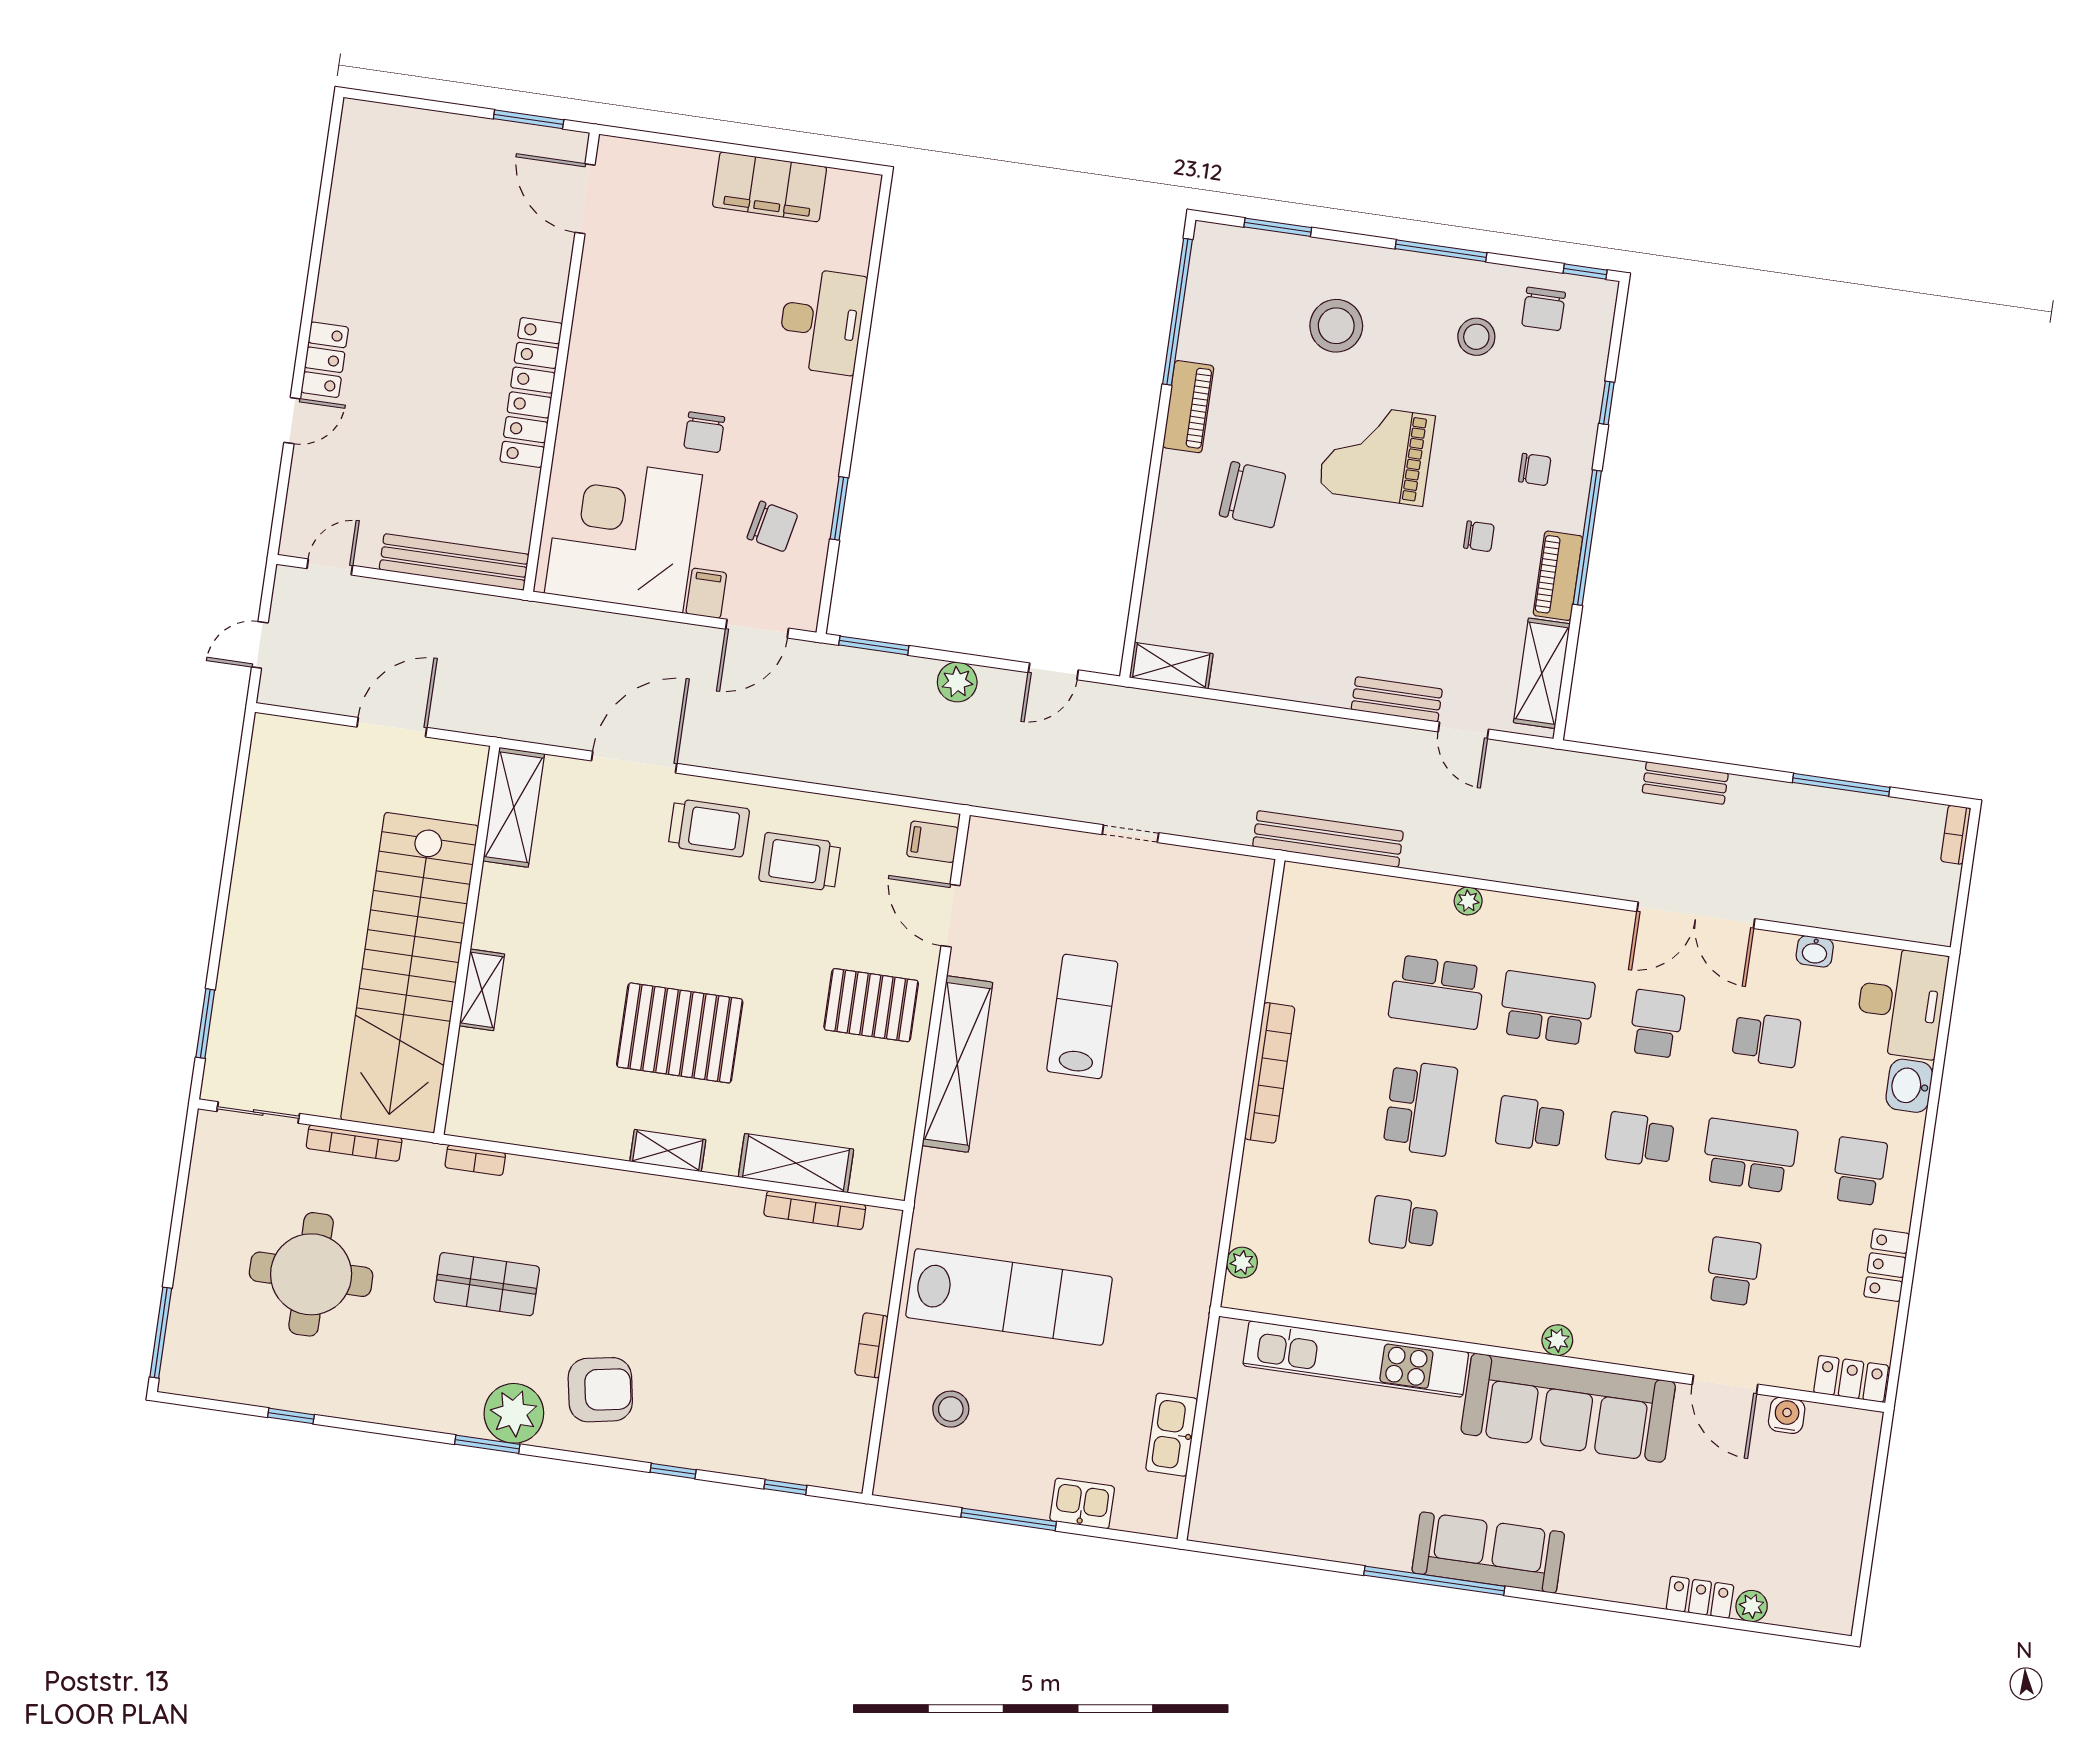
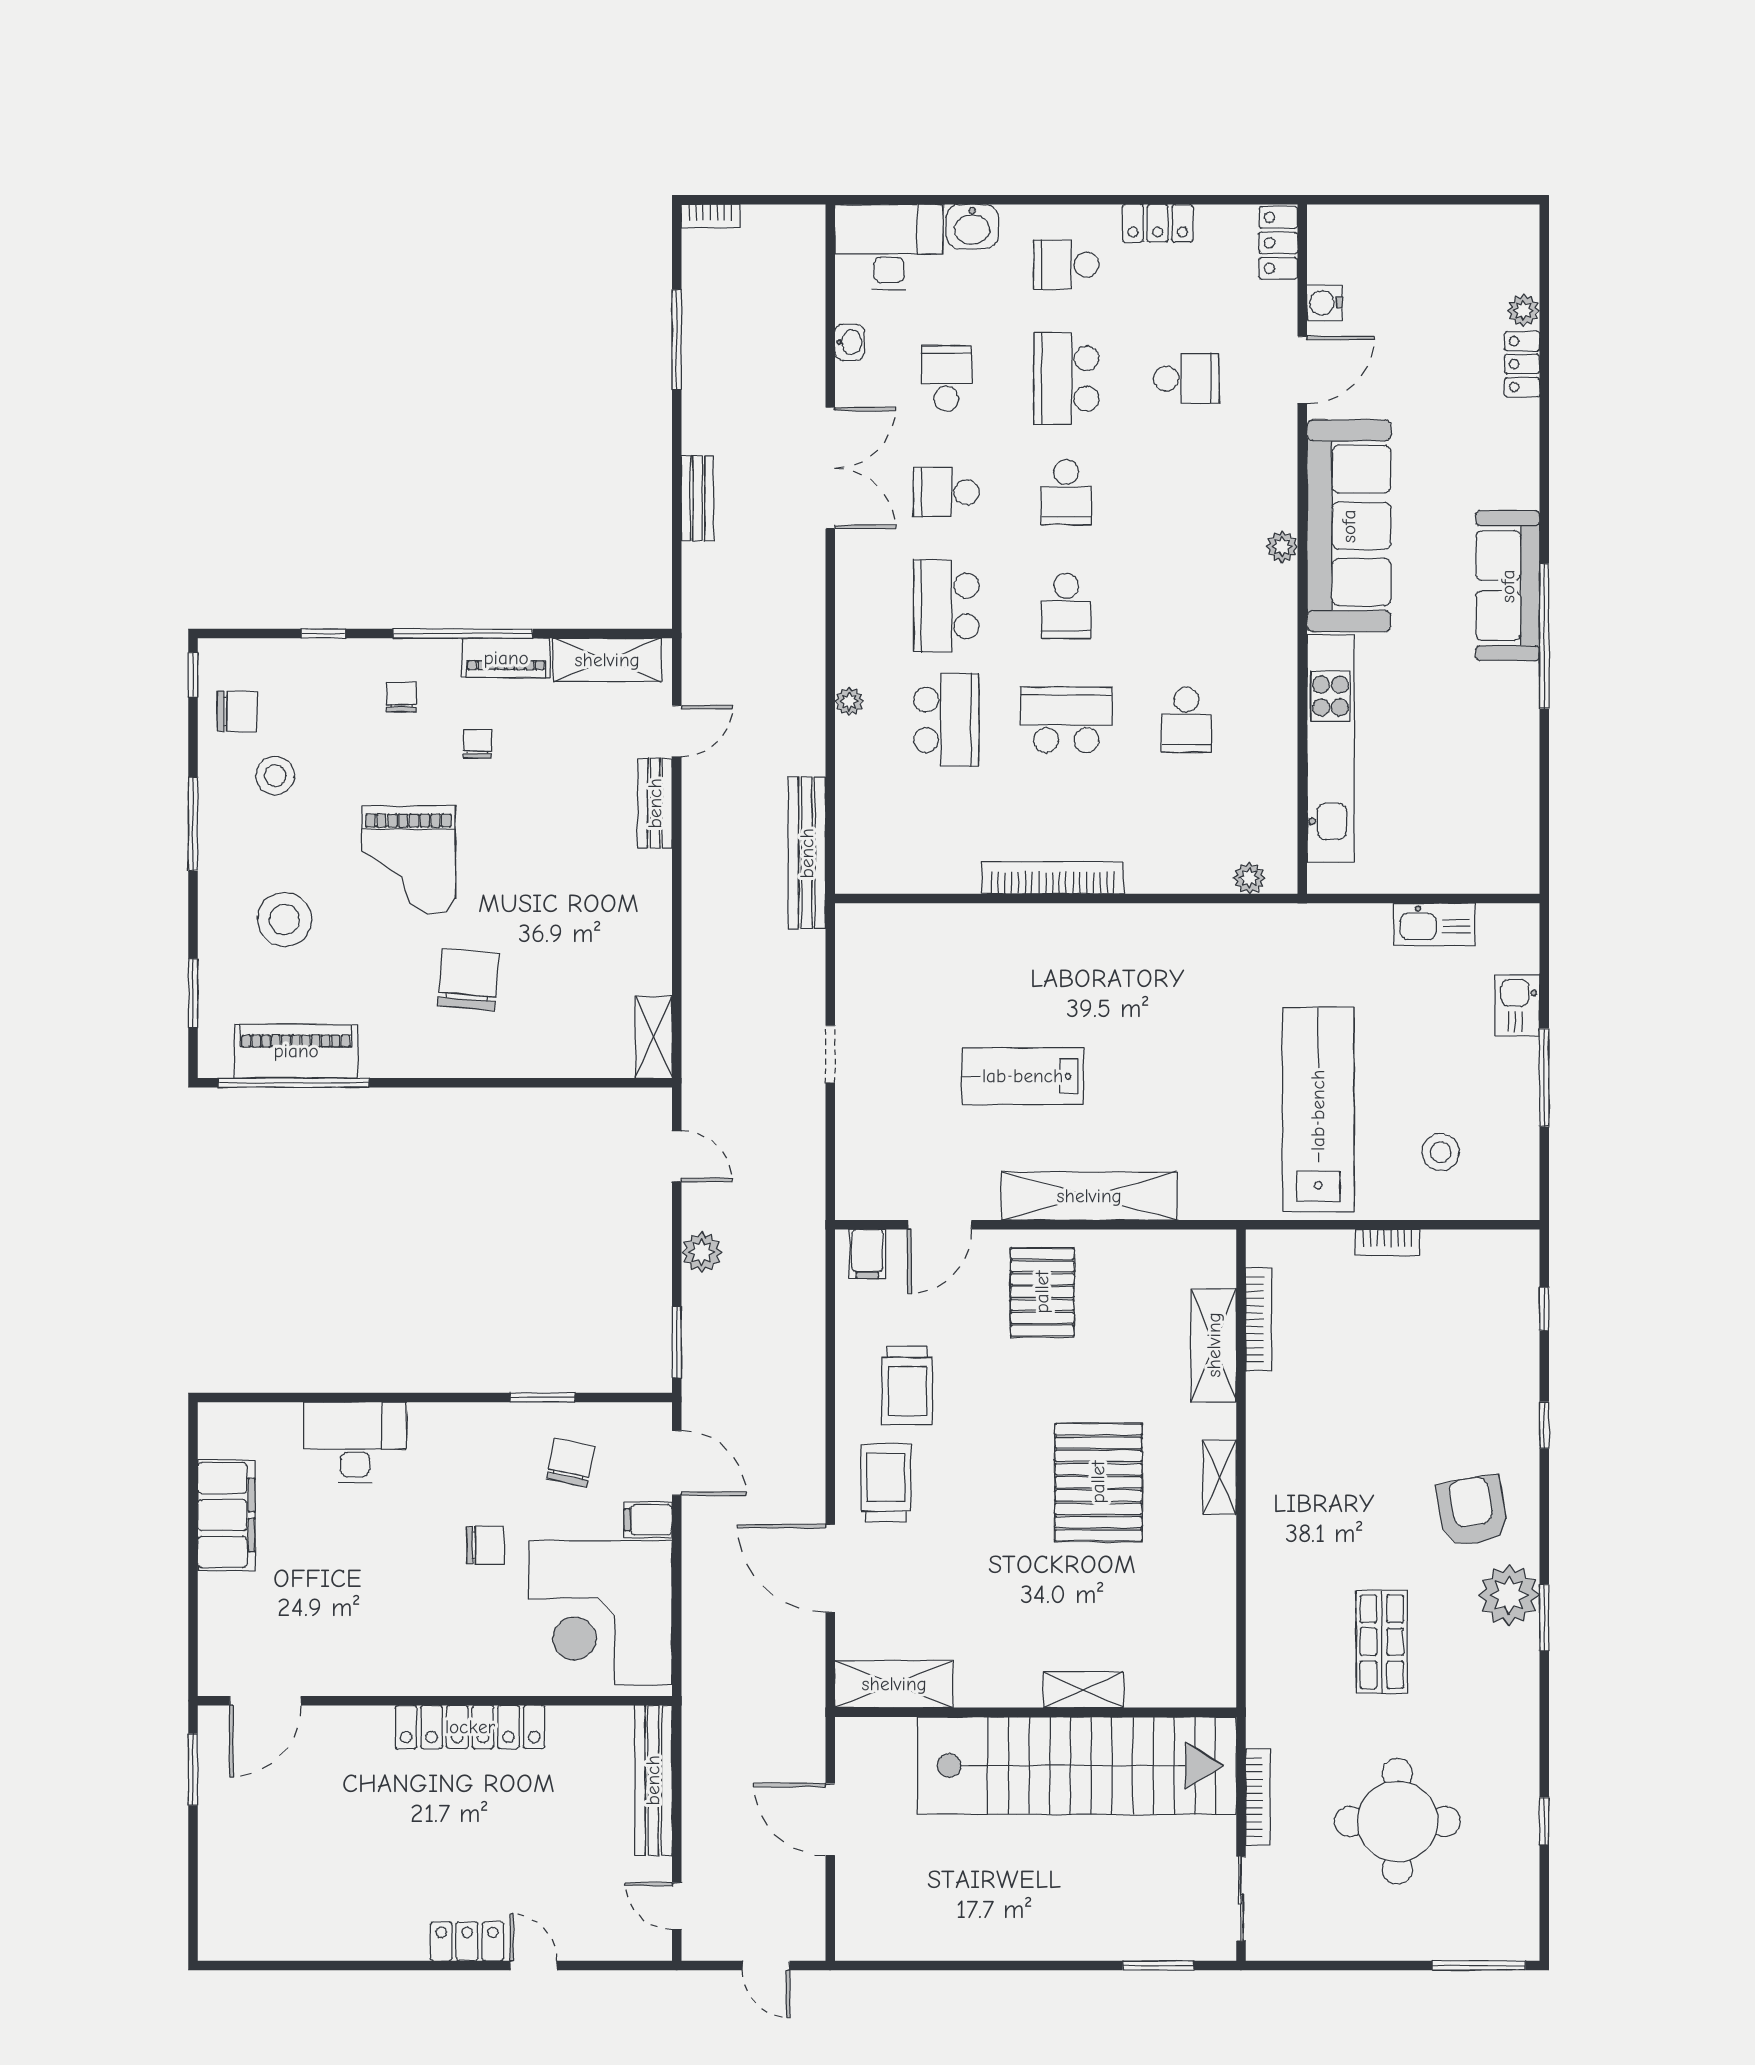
piano: (1188, 407) -> (296, 1051), moved, width x1.37, depth x1.33
bookcase: (475, 1160) -> (1258, 1671), removed
school desk: (1733, 1271) -> (1186, 378), turned 180

